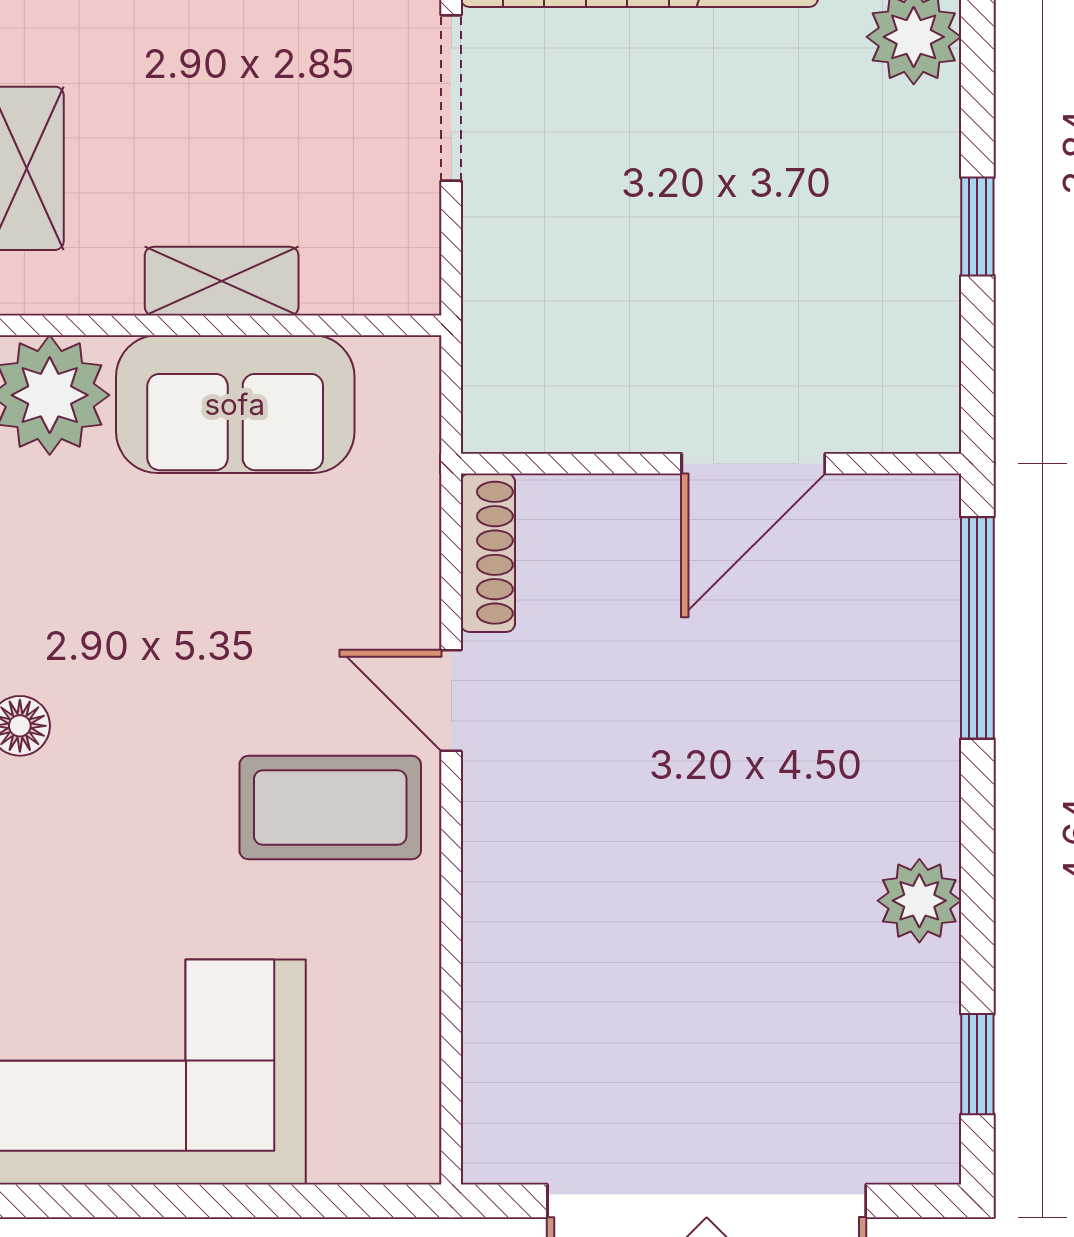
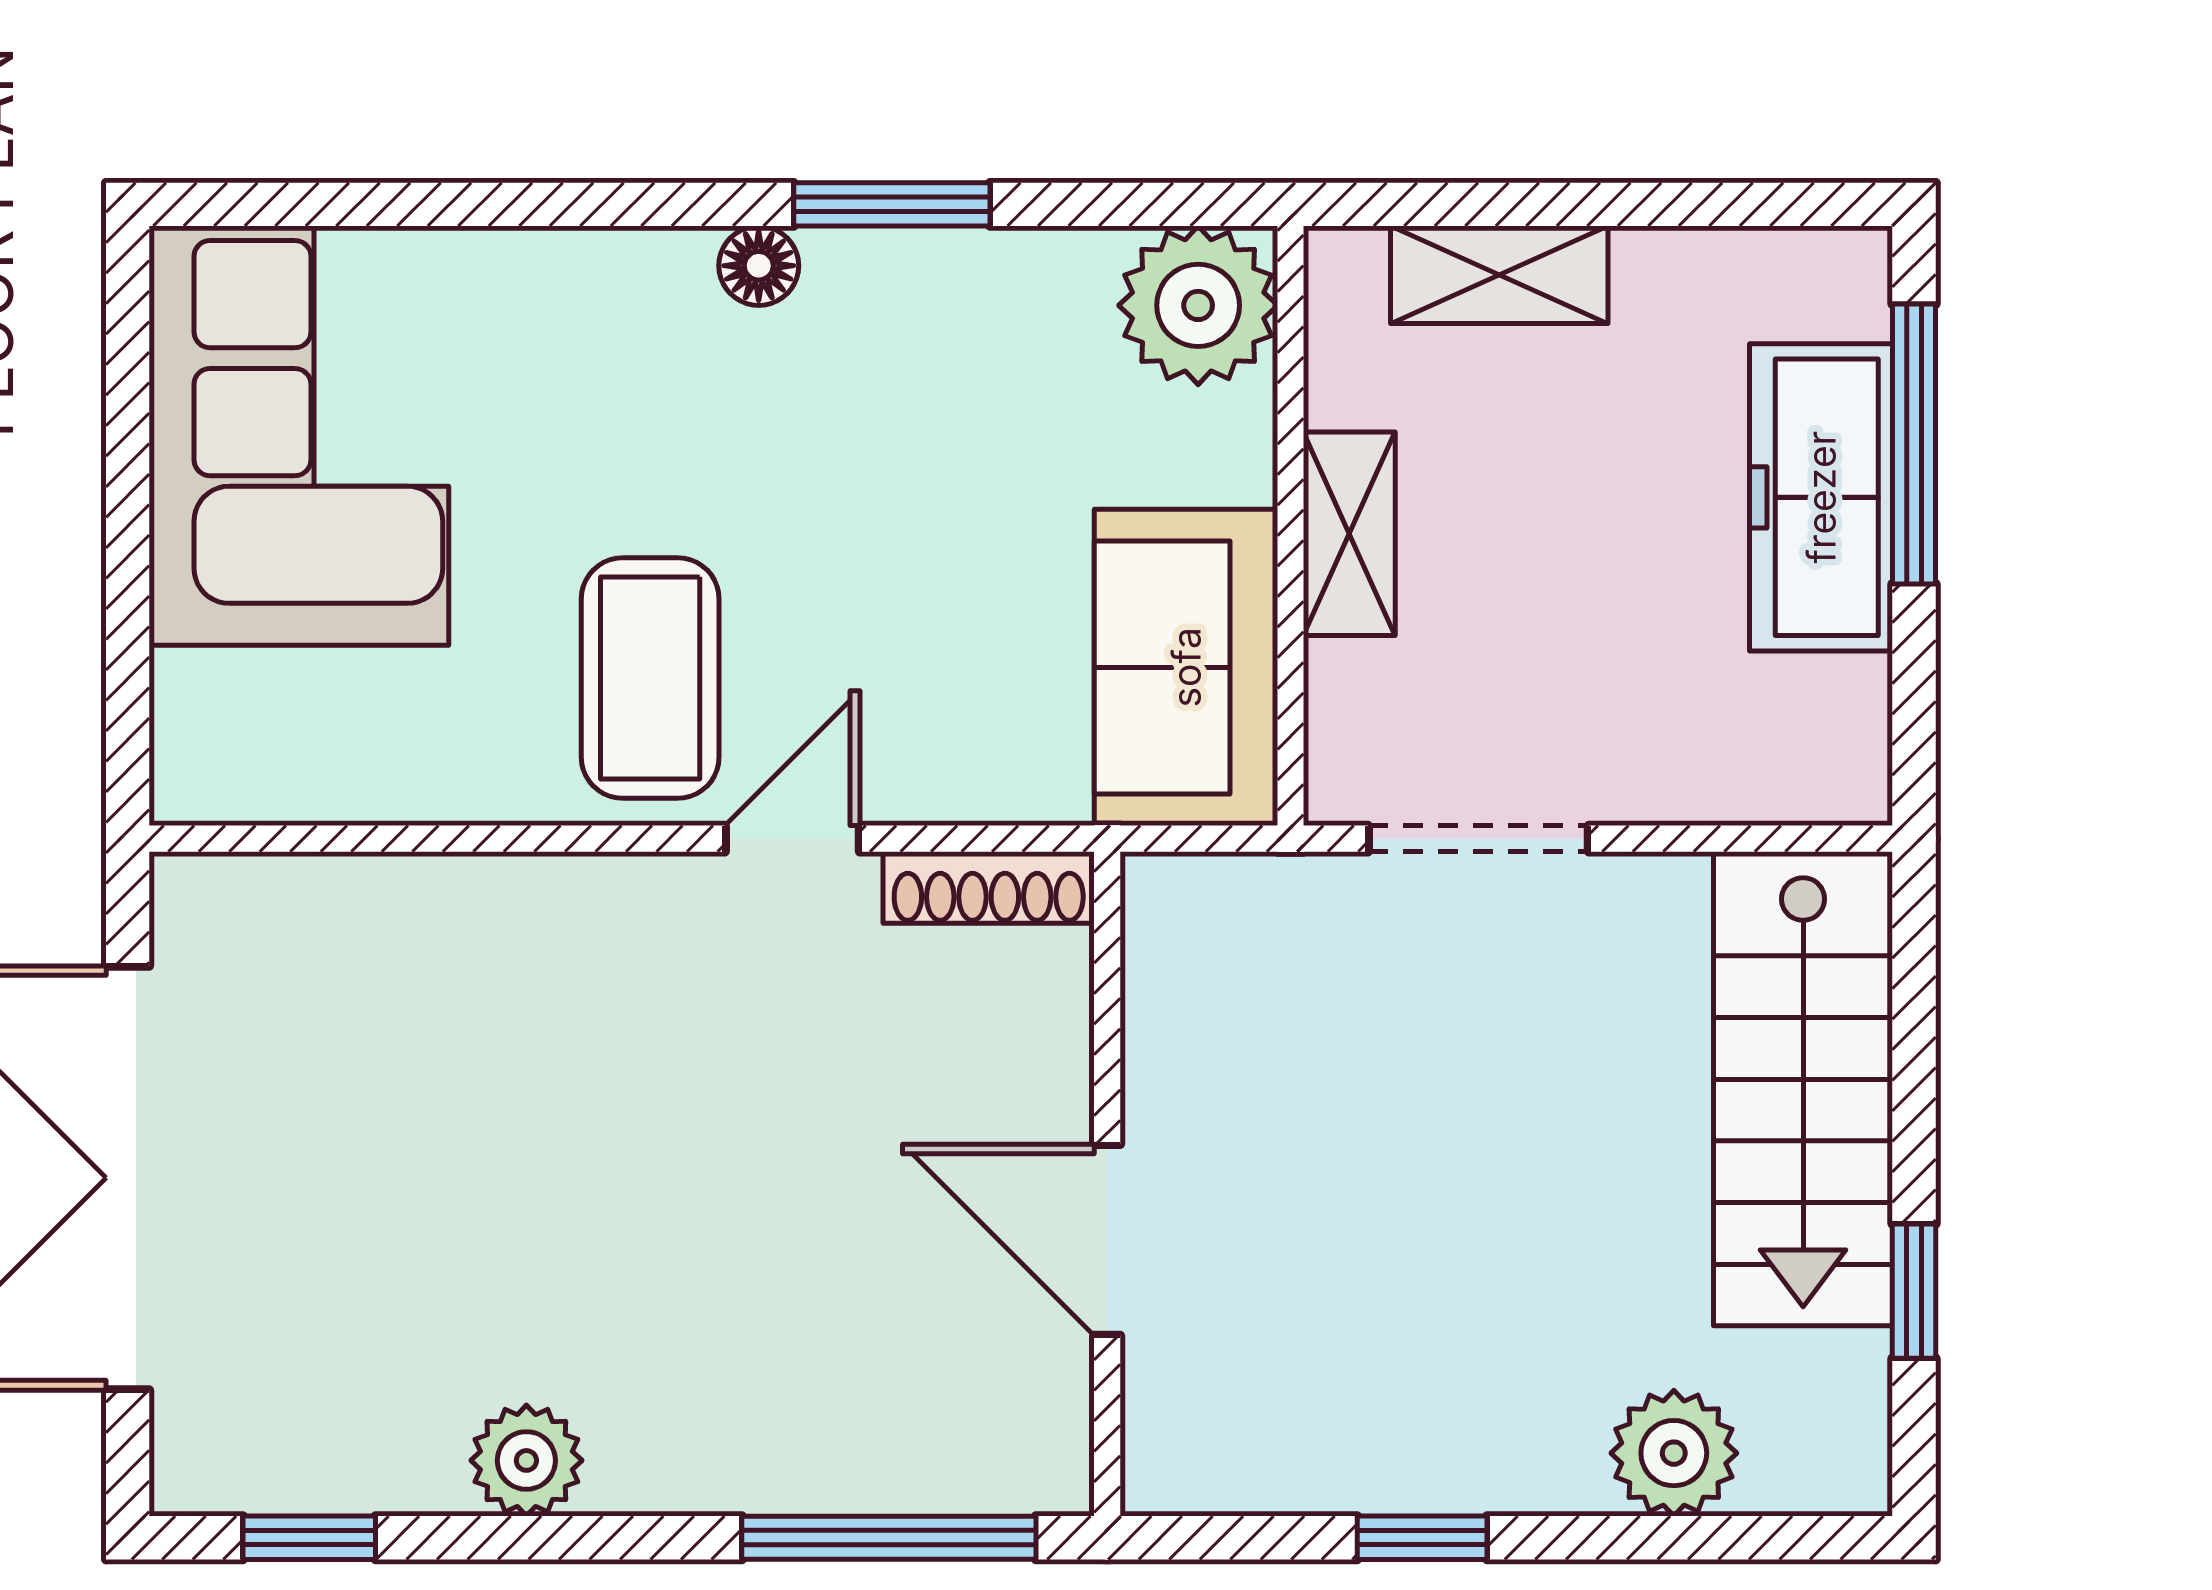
doorway: (451, 98) -> (1478, 839), moved
sofa: (235, 404) -> (1186, 667), moved

